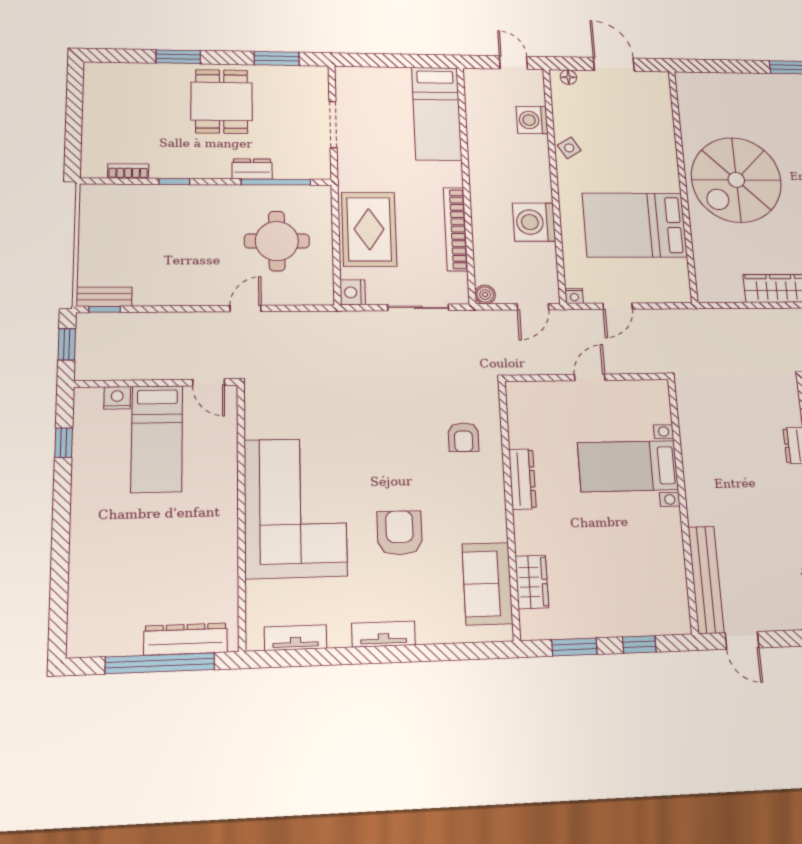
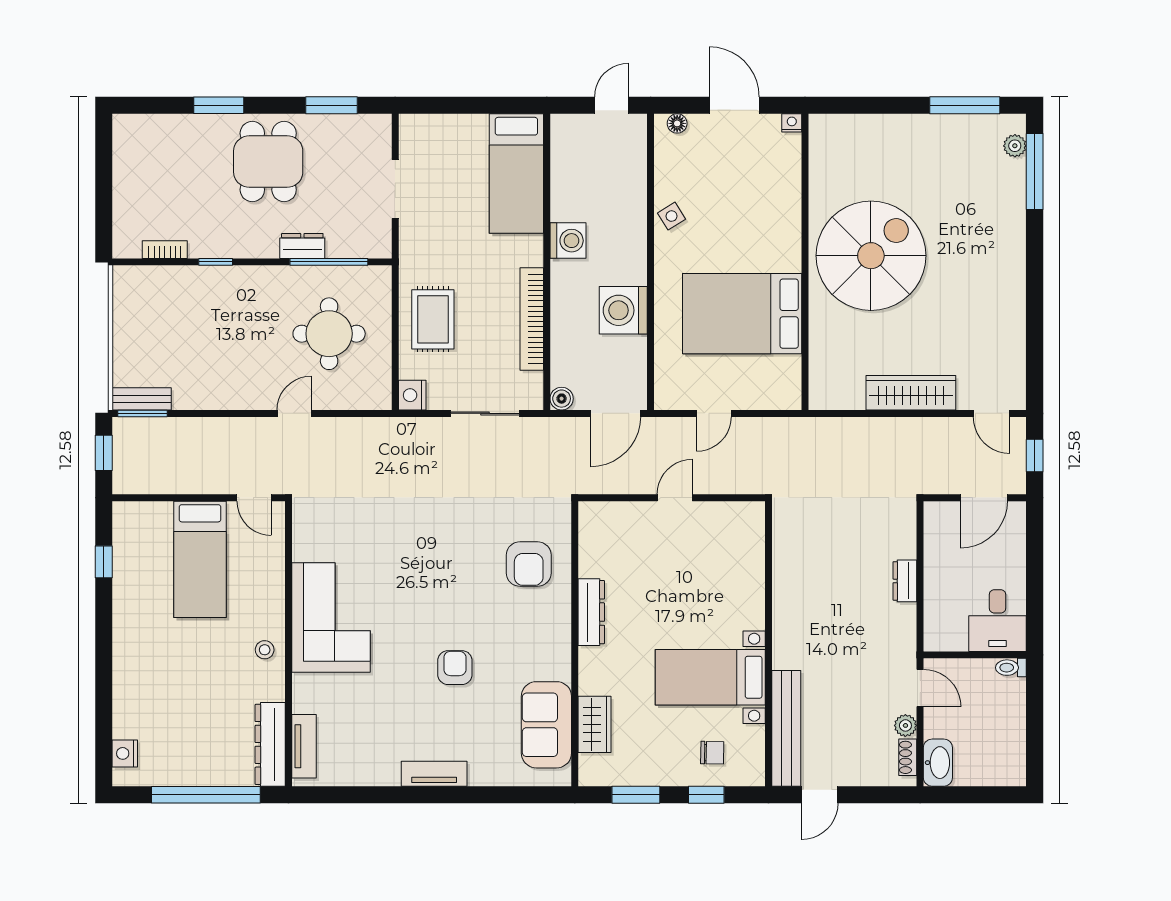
door: (513, 63) -> (612, 105), hinge flipped
washing machine: (532, 120) -> (568, 241), moved, turned 180
spiral stairs: (736, 180) -> (871, 256), turned 180
rug: (369, 229) -> (433, 319), width x0.73, depth x0.70
nightstand: (574, 296) -> (792, 123), moved, turned 180
door: (533, 307) -> (616, 413), width x1.37
window: (105, 309) -> (143, 413), width x1.50
nightstand: (117, 398) -> (125, 753), moved, turned -90
armchair: (463, 437) -> (529, 564), width x1.38, depth x1.38
bed with nightstands: (628, 466) -> (710, 677), moved
corner sofa: (295, 508) -> (331, 618), width x0.73, depth x0.74
stool: (219, 521) -> (265, 650), added
armchair: (400, 533) -> (455, 668), width x0.72, depth x0.72
chair: (641, 605) -> (712, 753), added
tv unit: (296, 638) -> (304, 746), moved, turned 90
dresser: (186, 639) -> (270, 744), moved, turned -90
door: (742, 640) -> (820, 795), hinge flipped

